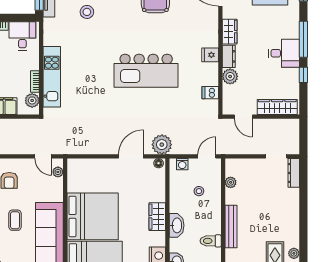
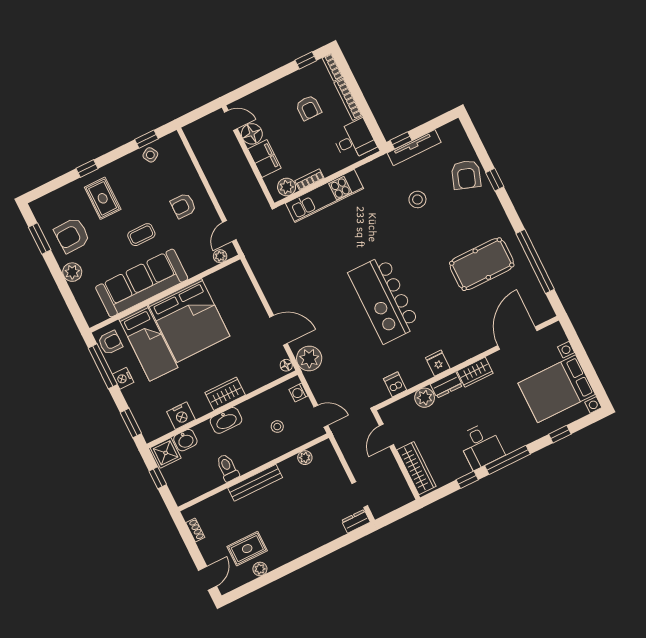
dresser: (294, 173) -> (356, 521), width x0.70

